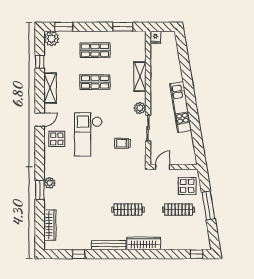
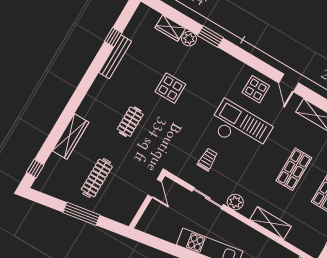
plant: (50, 183) -> (189, 39), moved
display table: (187, 186) -> (170, 88), moved
clothes rail: (128, 210) -> (130, 122), width x0.73
wardrobe: (50, 225) -> (170, 28), width x0.67
wardrobe: (144, 243) -> (70, 136), moved
bench: (109, 245) -> (115, 57), moved

